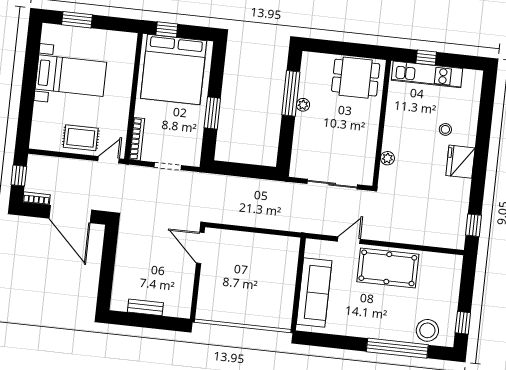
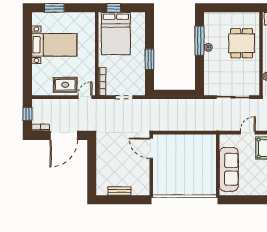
bed: (174, 69) -> (116, 33), width x0.73
dining table: (356, 78) -> (242, 43), moved, turned 90
door: (70, 214) -> (64, 135), hinge flipped

